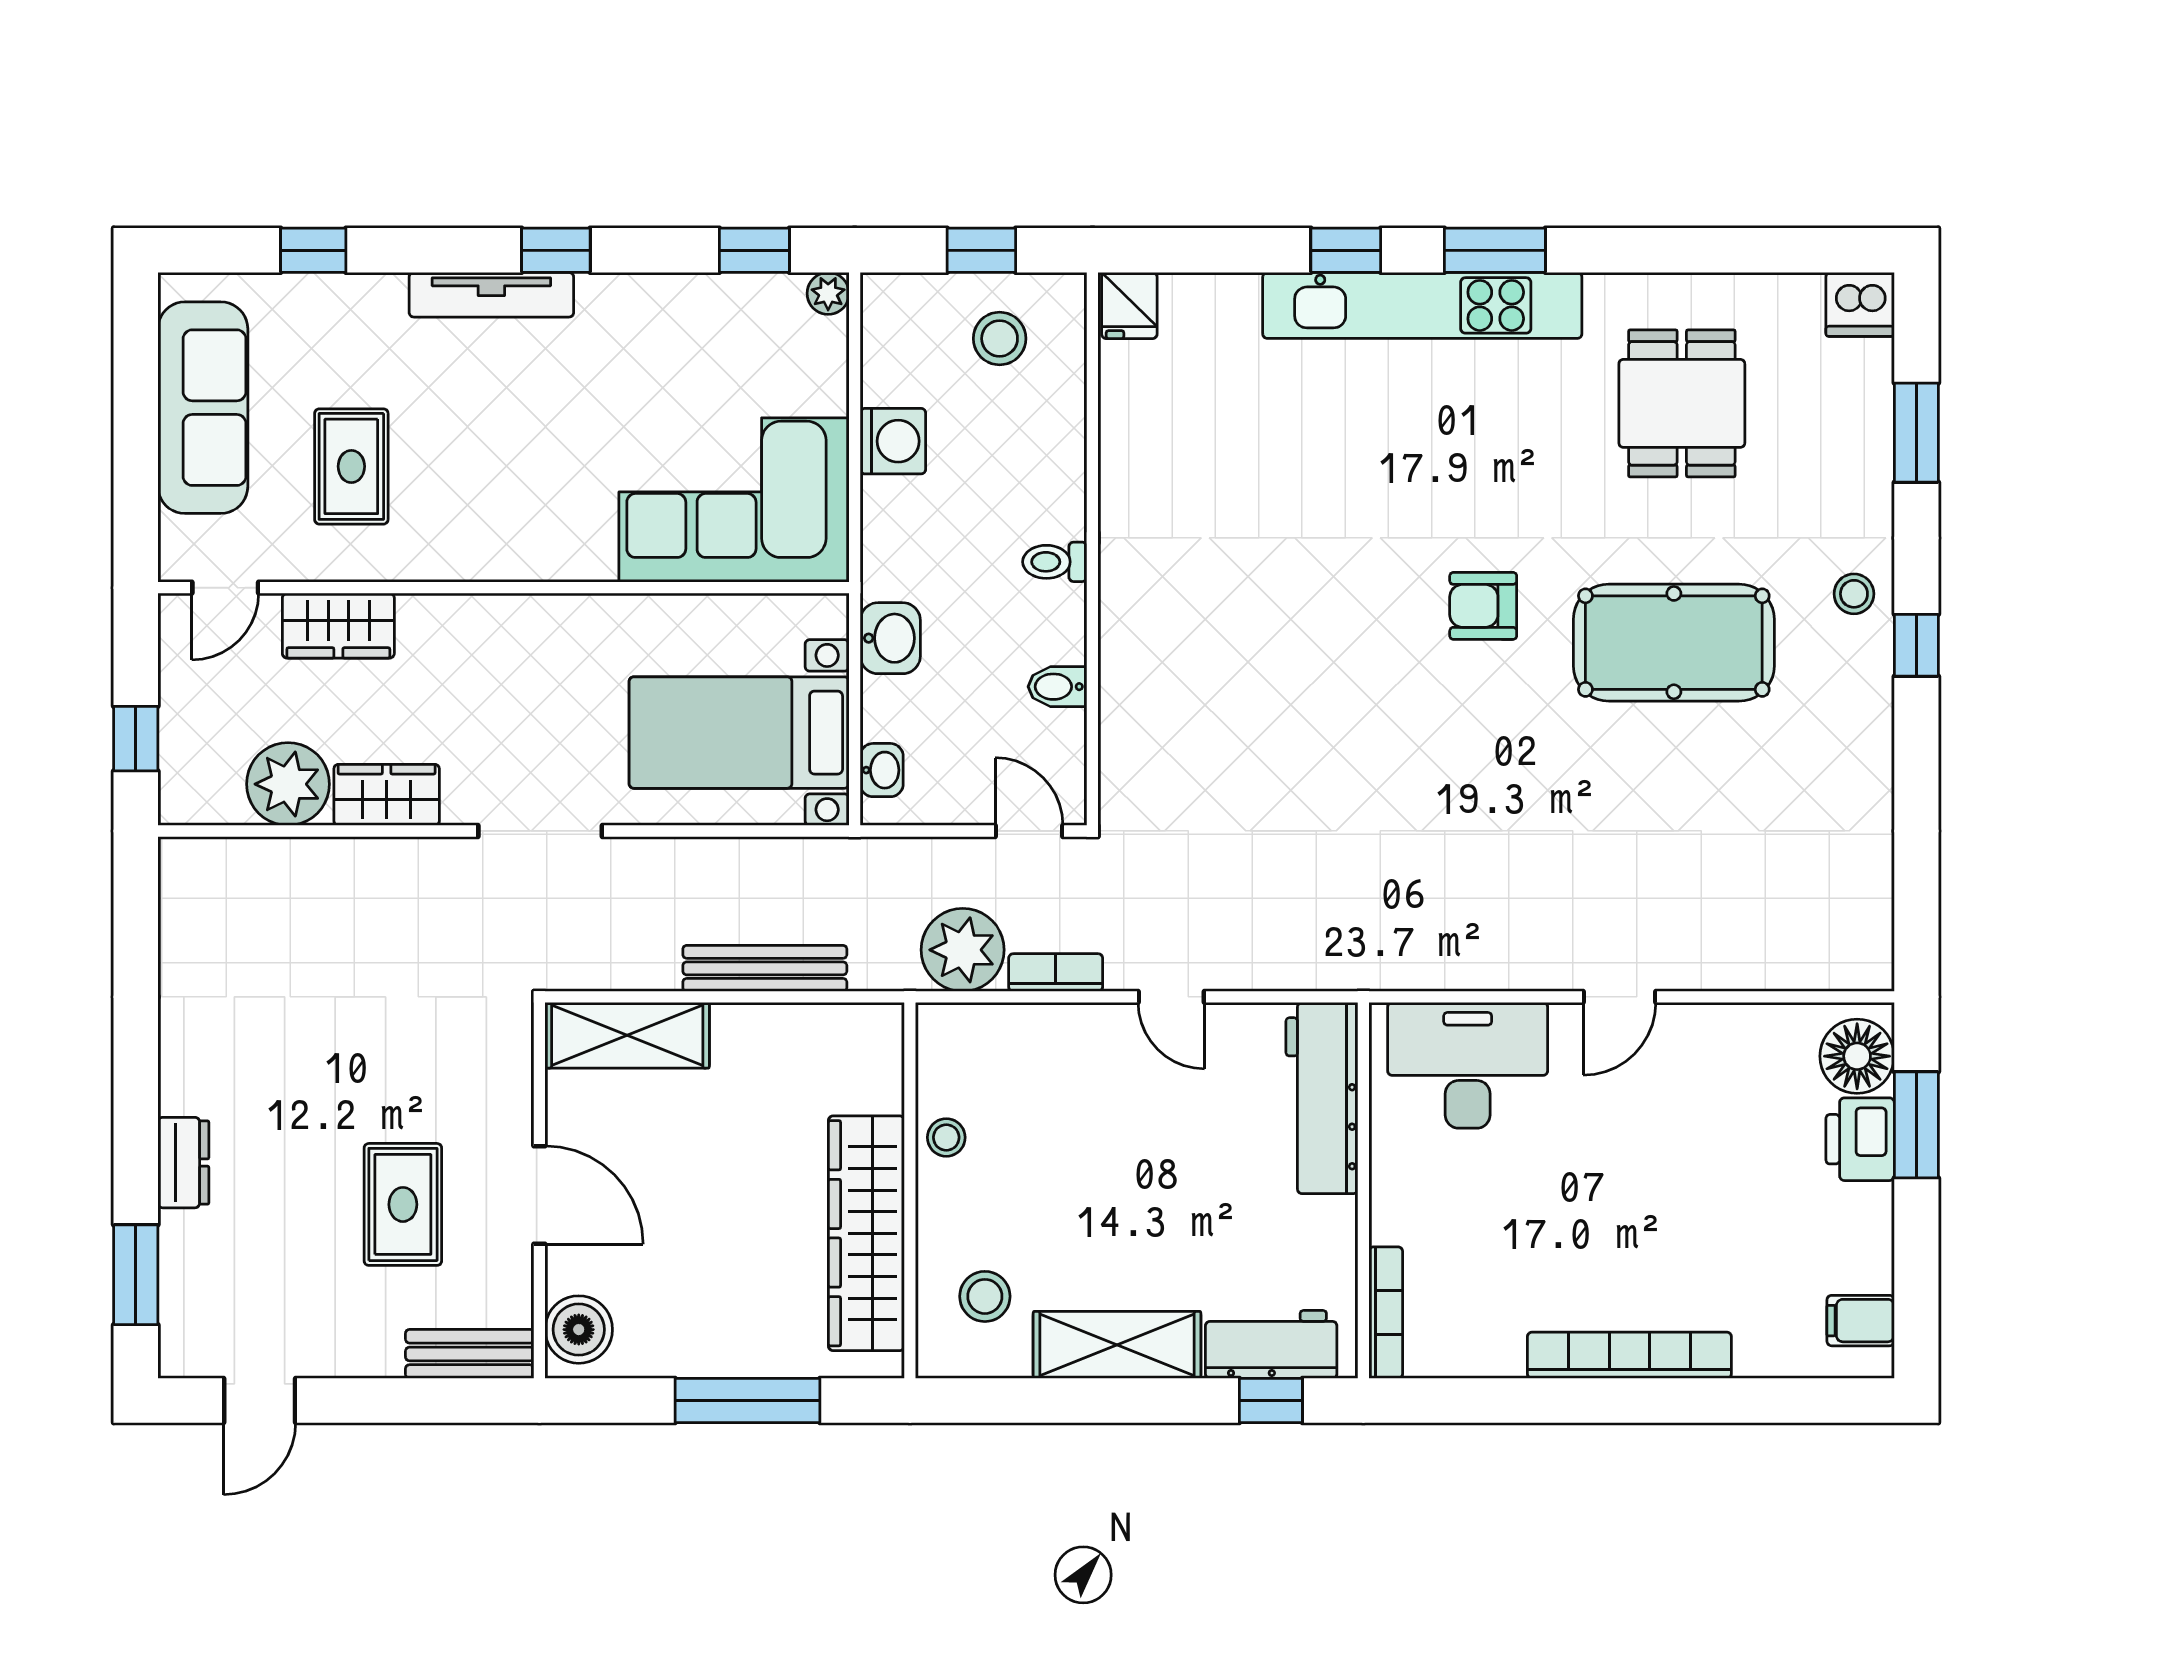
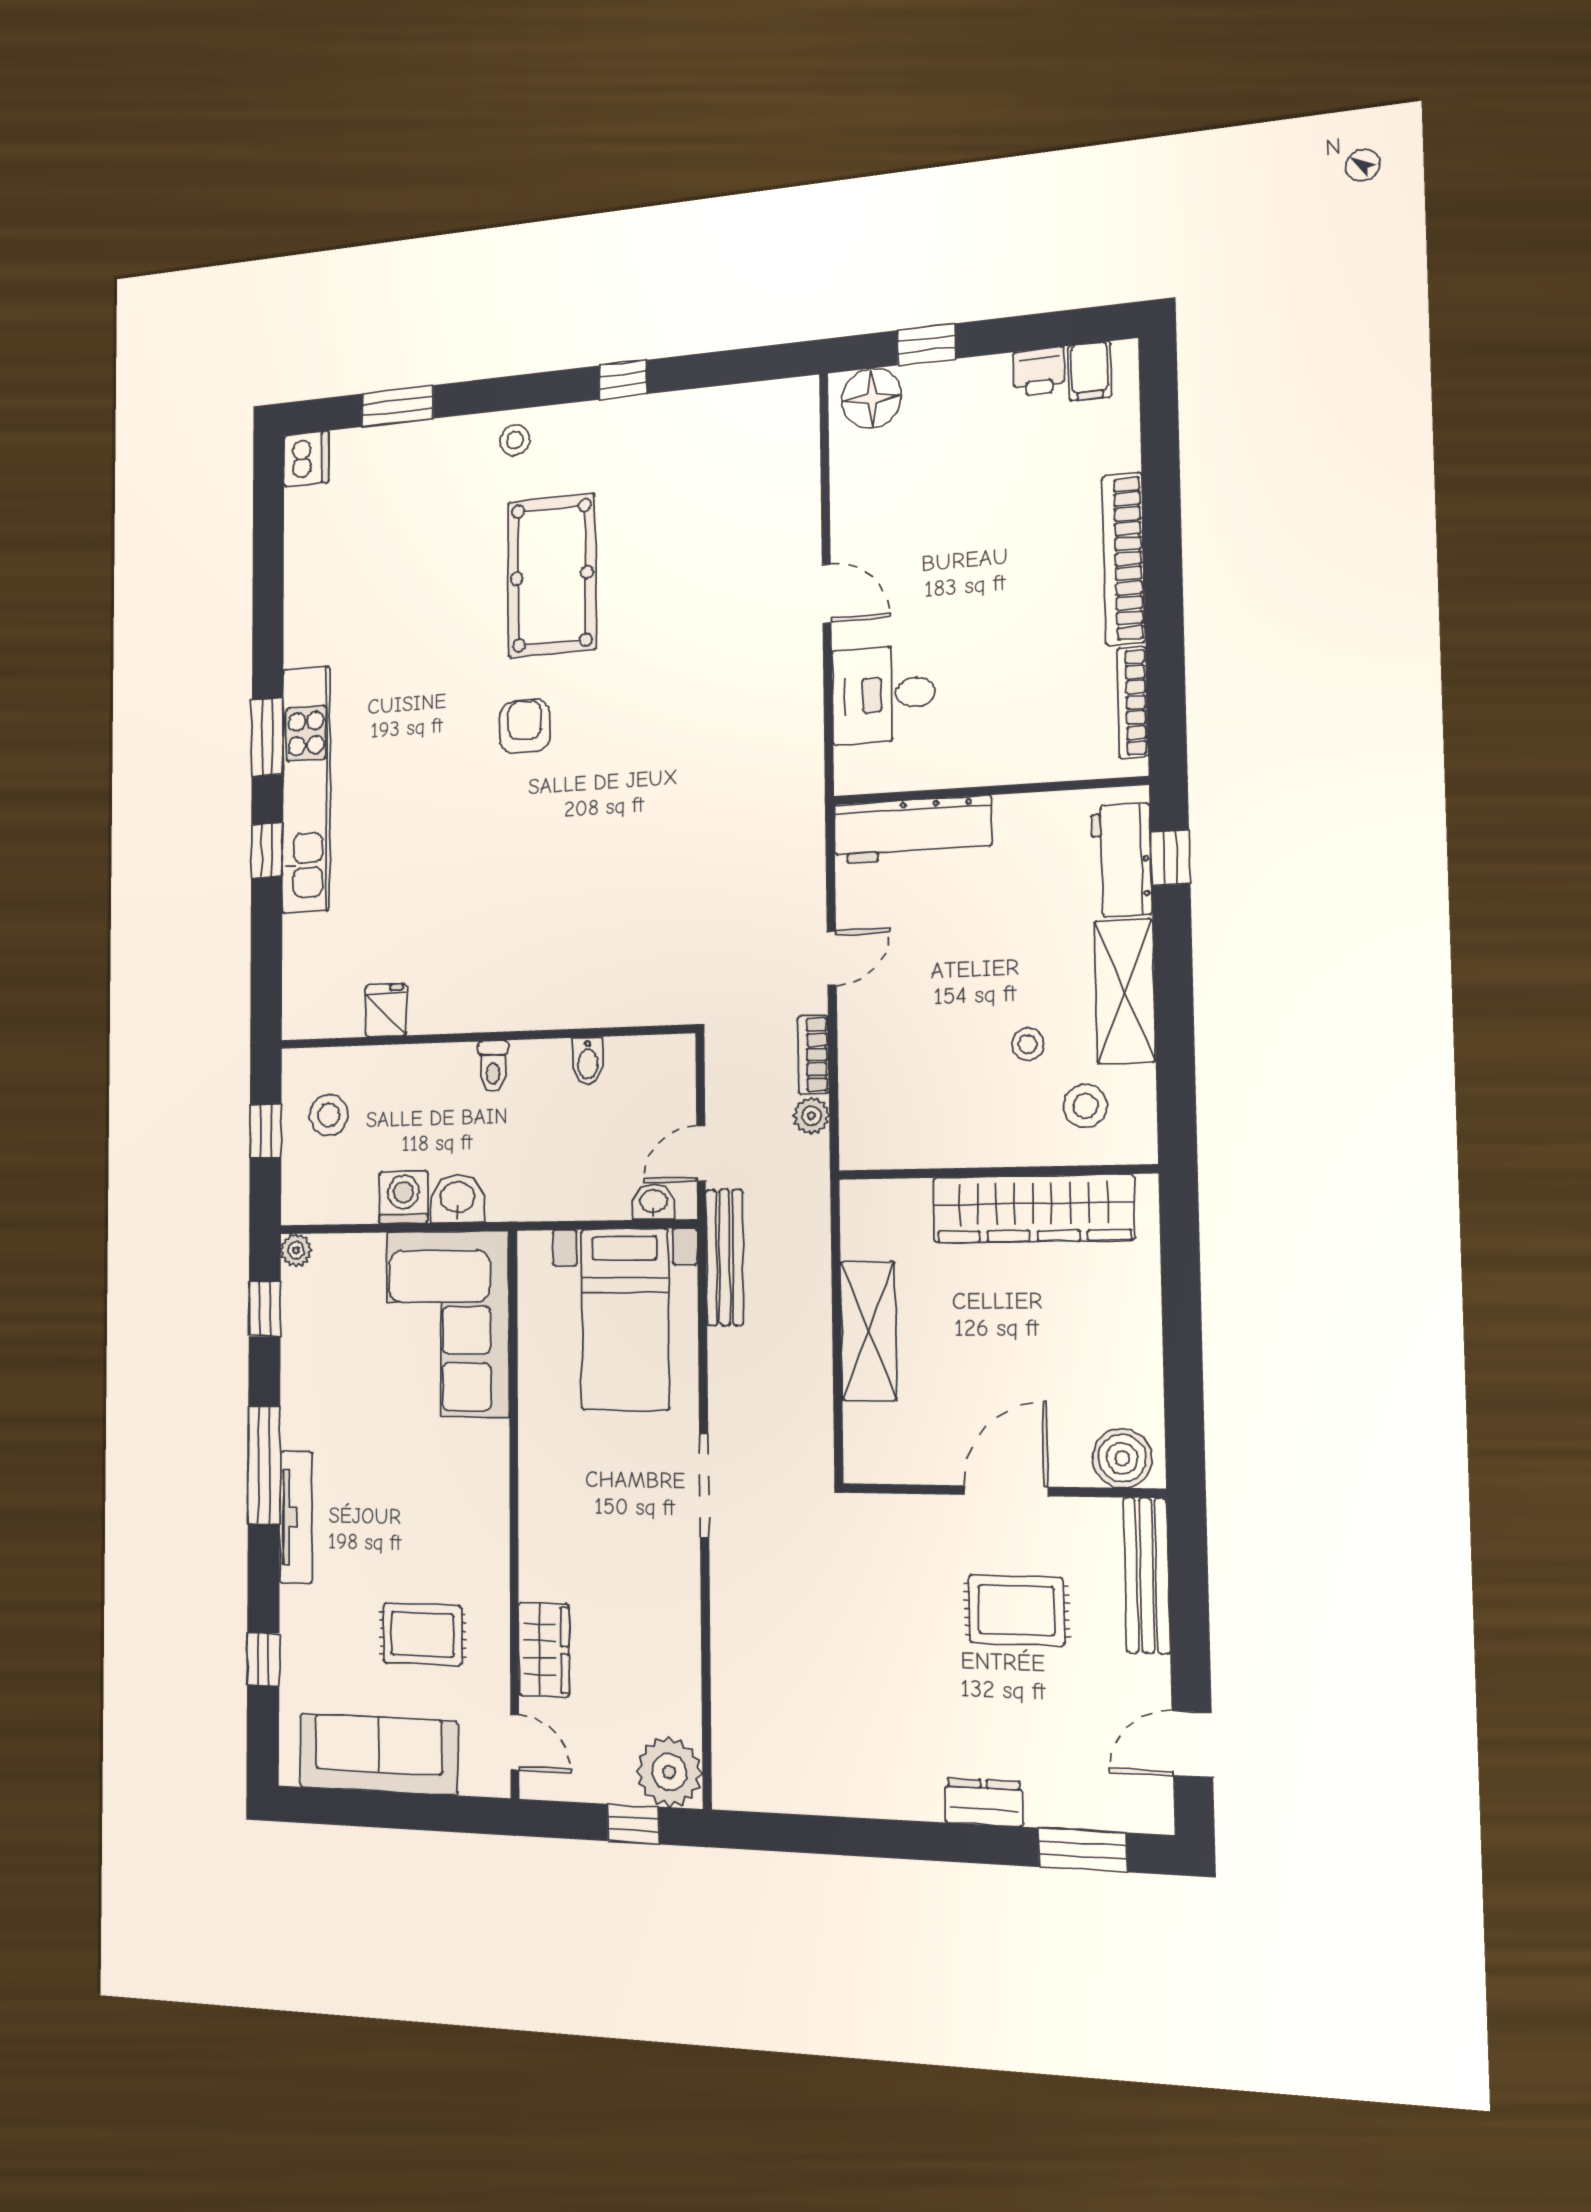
window: (556, 250) -> (264, 1465), width x2.17
fridge: (1129, 306) -> (386, 1010), moved, turned -90
dining table: (1682, 403) -> (376, 586), removed
armchair: (1483, 606) -> (525, 726), turned 180
washbasin: (890, 638) -> (457, 1199), moved
window: (1916, 645) -> (623, 380), moved
plant: (288, 784) -> (669, 1772), moved
wardrobe: (387, 795) -> (676, 1614), removed
door: (1029, 831) -> (701, 1153), moved
plant: (963, 950) -> (811, 1116), width x0.53, depth x0.53
bench: (765, 968) -> (725, 1257), moved
shelving: (627, 1035) -> (869, 1331), moved
desk: (1468, 1065) -> (883, 694), width x0.73
window: (1916, 1125) -> (926, 344), width x0.67
stool: (946, 1137) -> (1028, 1044), moved
printer: (1860, 1139) -> (1039, 372), moved, width x0.73, depth x0.81
bookcase: (1386, 1313) -> (1132, 702), moved, turned -90
bench: (470, 1354) -> (1147, 1576), width x1.36
door: (260, 1401) -> (1192, 1744), swing flipped
window: (747, 1401) -> (1182, 1310), removed

